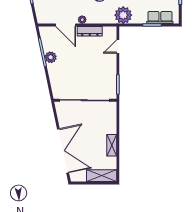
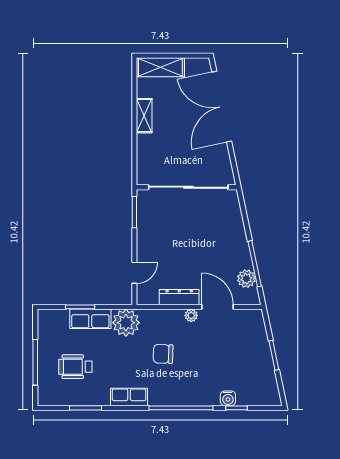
row of seats: (160, 18) -> (90, 319), moved
plant: (51, 57) -> (246, 279), moved

